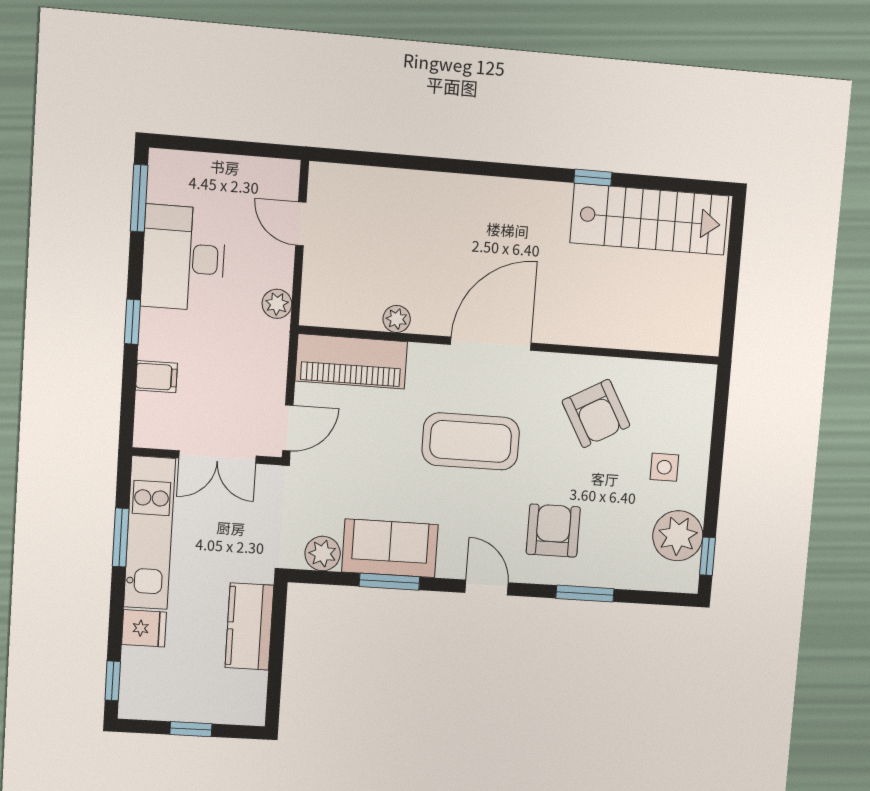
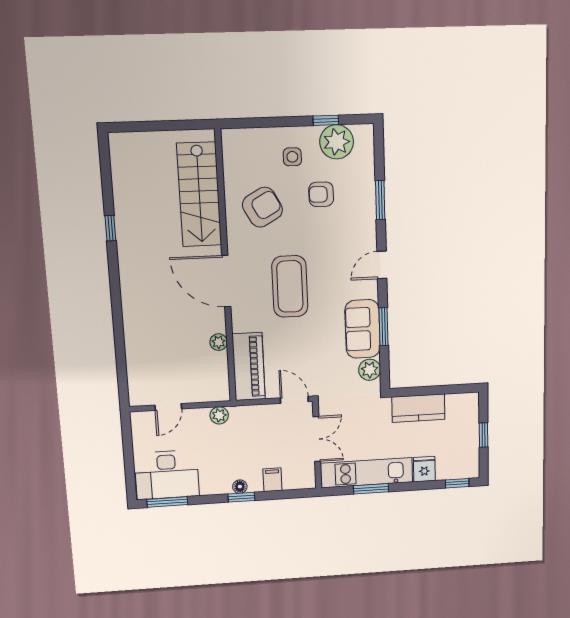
stairs: (649, 219) -> (199, 195), moved, turned 180
desk: (183, 258) -> (167, 475), moved
floor lamp: (151, 322) -> (240, 487), added
armchair: (553, 531) -> (321, 194), moved, width x0.72, depth x0.72
window: (707, 556) -> (326, 120), moved

